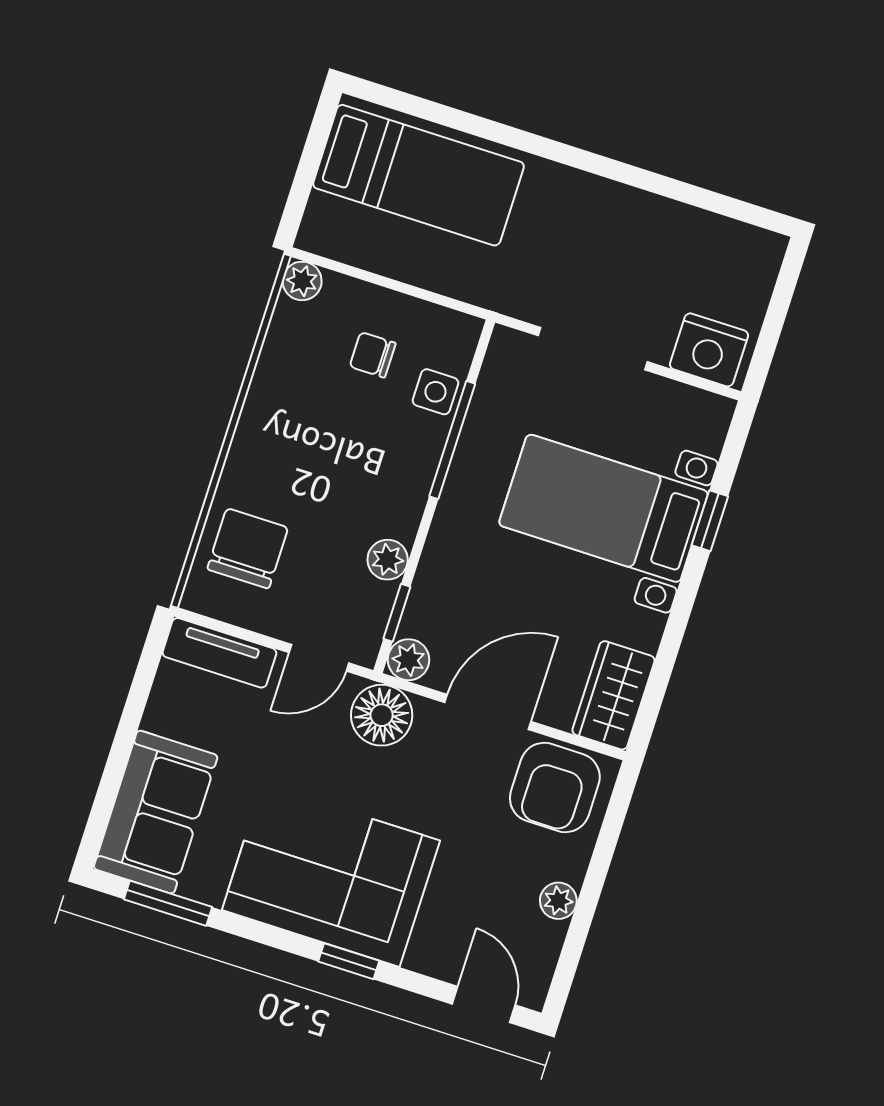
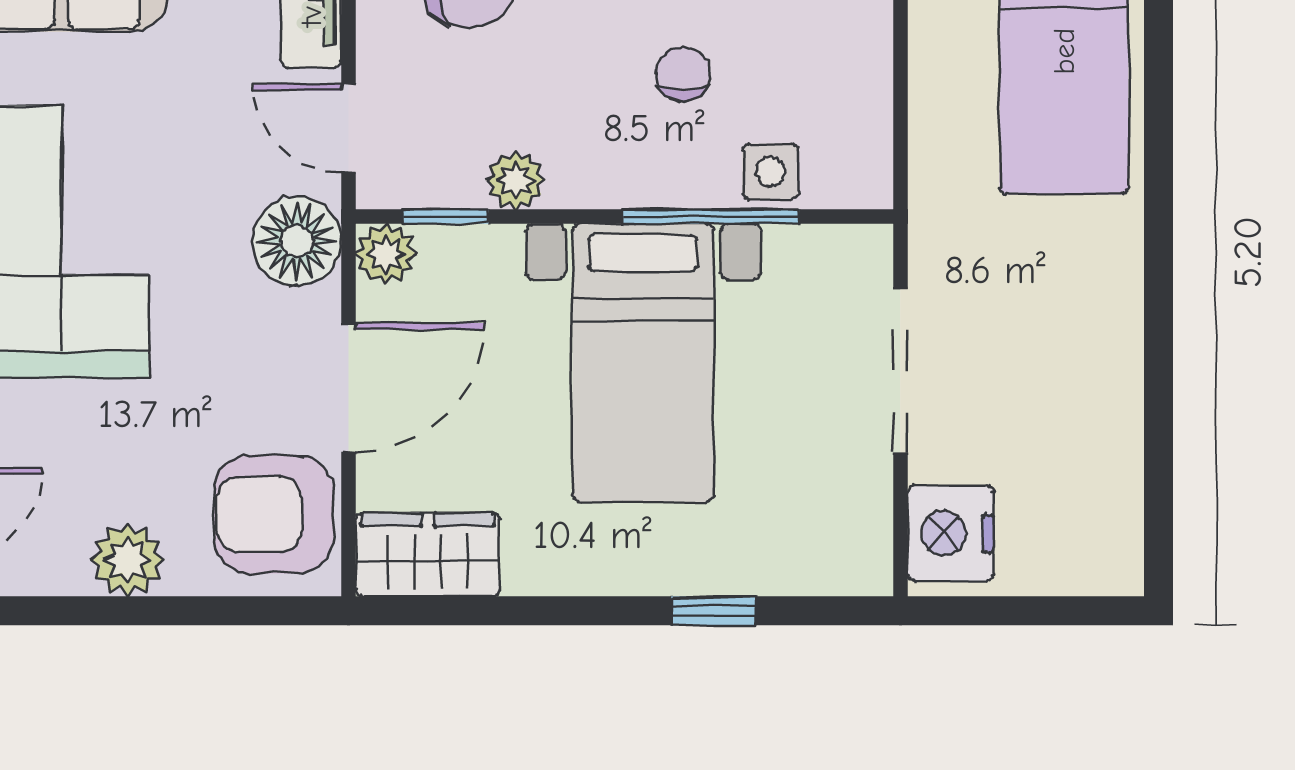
chair: (373, 355) -> (683, 74), moved
bed with nightstands: (604, 508) -> (643, 363), moved, turned 180
door: (488, 712) -> (349, 387), hinge flipped
plant: (558, 901) -> (128, 560), width x1.38, depth x1.38

